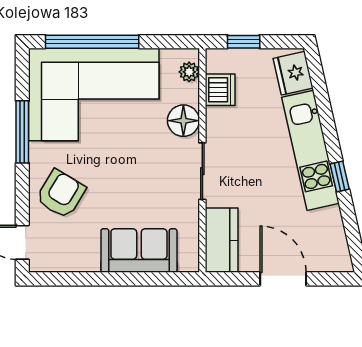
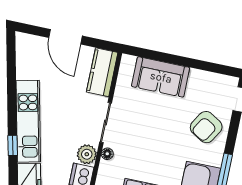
floor lamp: (183, 121) -> (107, 154), width x0.53, depth x0.53
plant: (219, 121) -> (87, 154), added
window: (340, 176) -> (13, 146), moved

